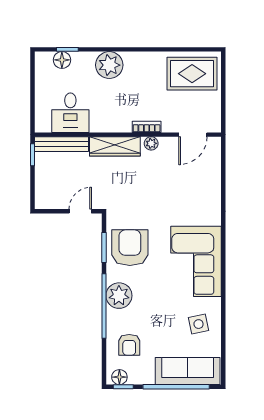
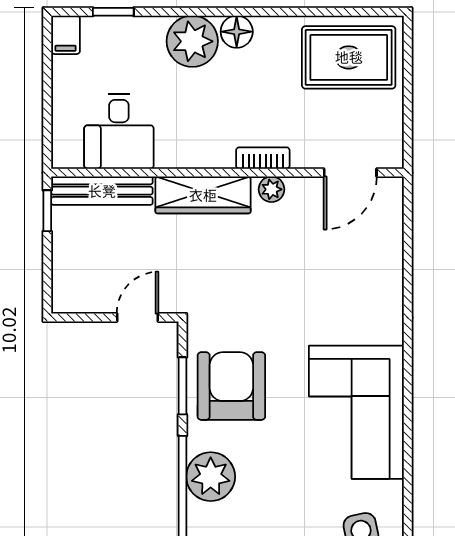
floor lamp: (62, 60) -> (237, 32), moved
filing cabinet: (42, 62) -> (66, 35), added

